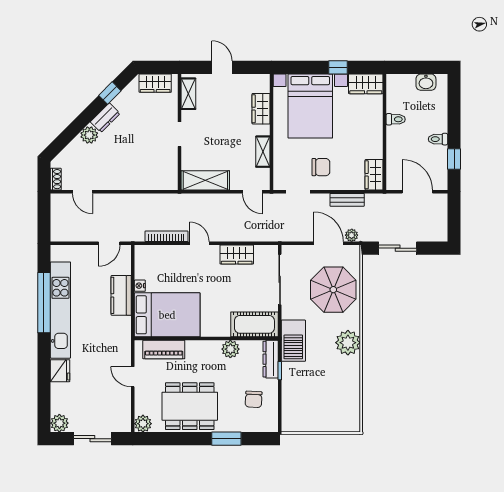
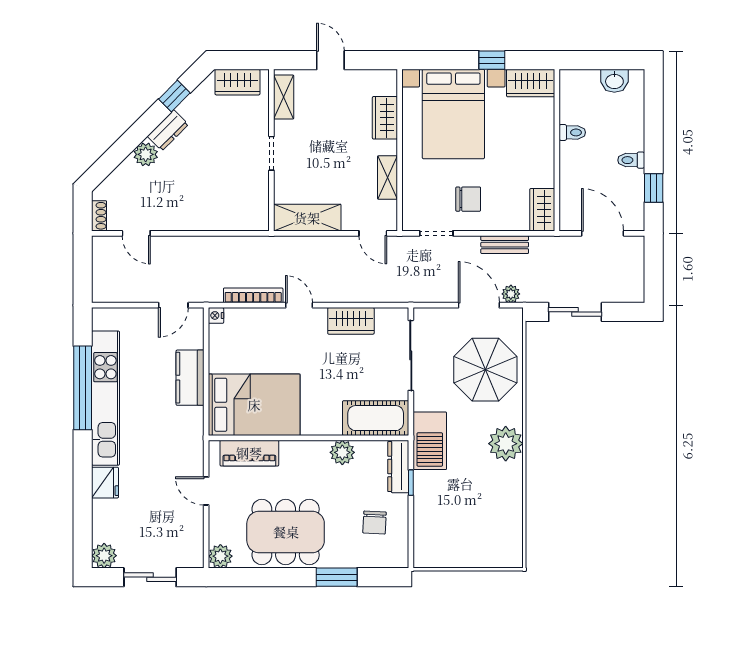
nightstand: (140, 286) -> (216, 315), moved

